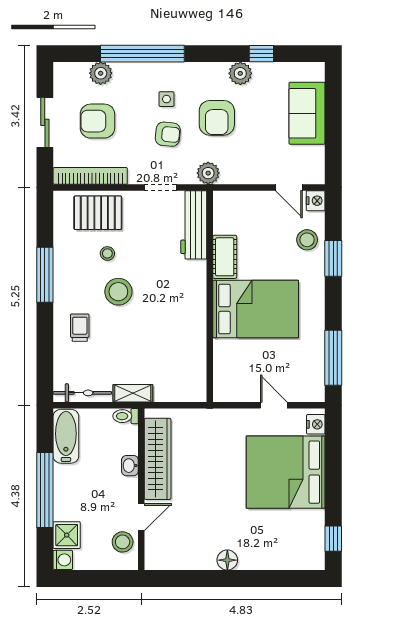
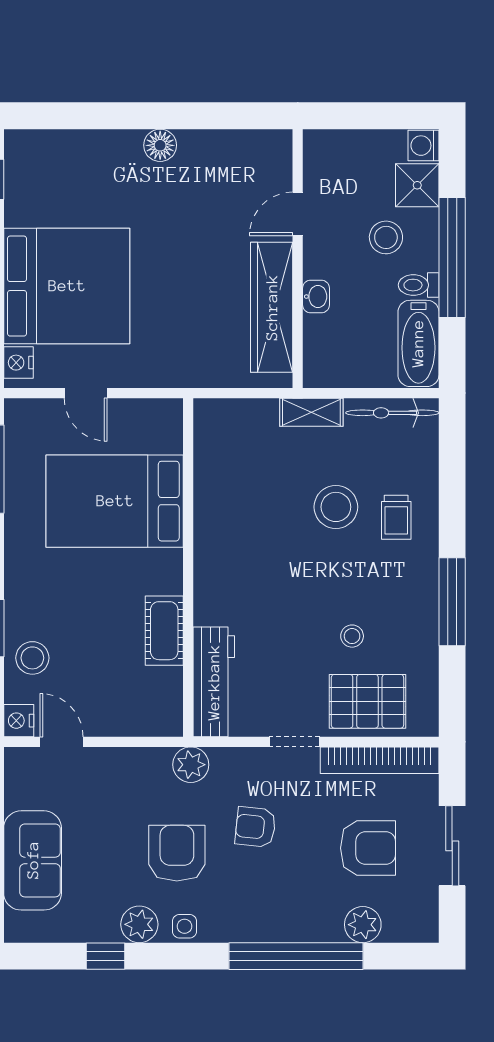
side table: (167, 99) -> (184, 926), moved
doorway: (160, 187) -> (295, 742), moved
stool: (118, 292) -> (336, 507), moved
bed: (256, 309) -> (115, 501), moved
toilet: (126, 416) -> (419, 285), moved, turned 180
stool: (123, 542) -> (386, 237), moved

